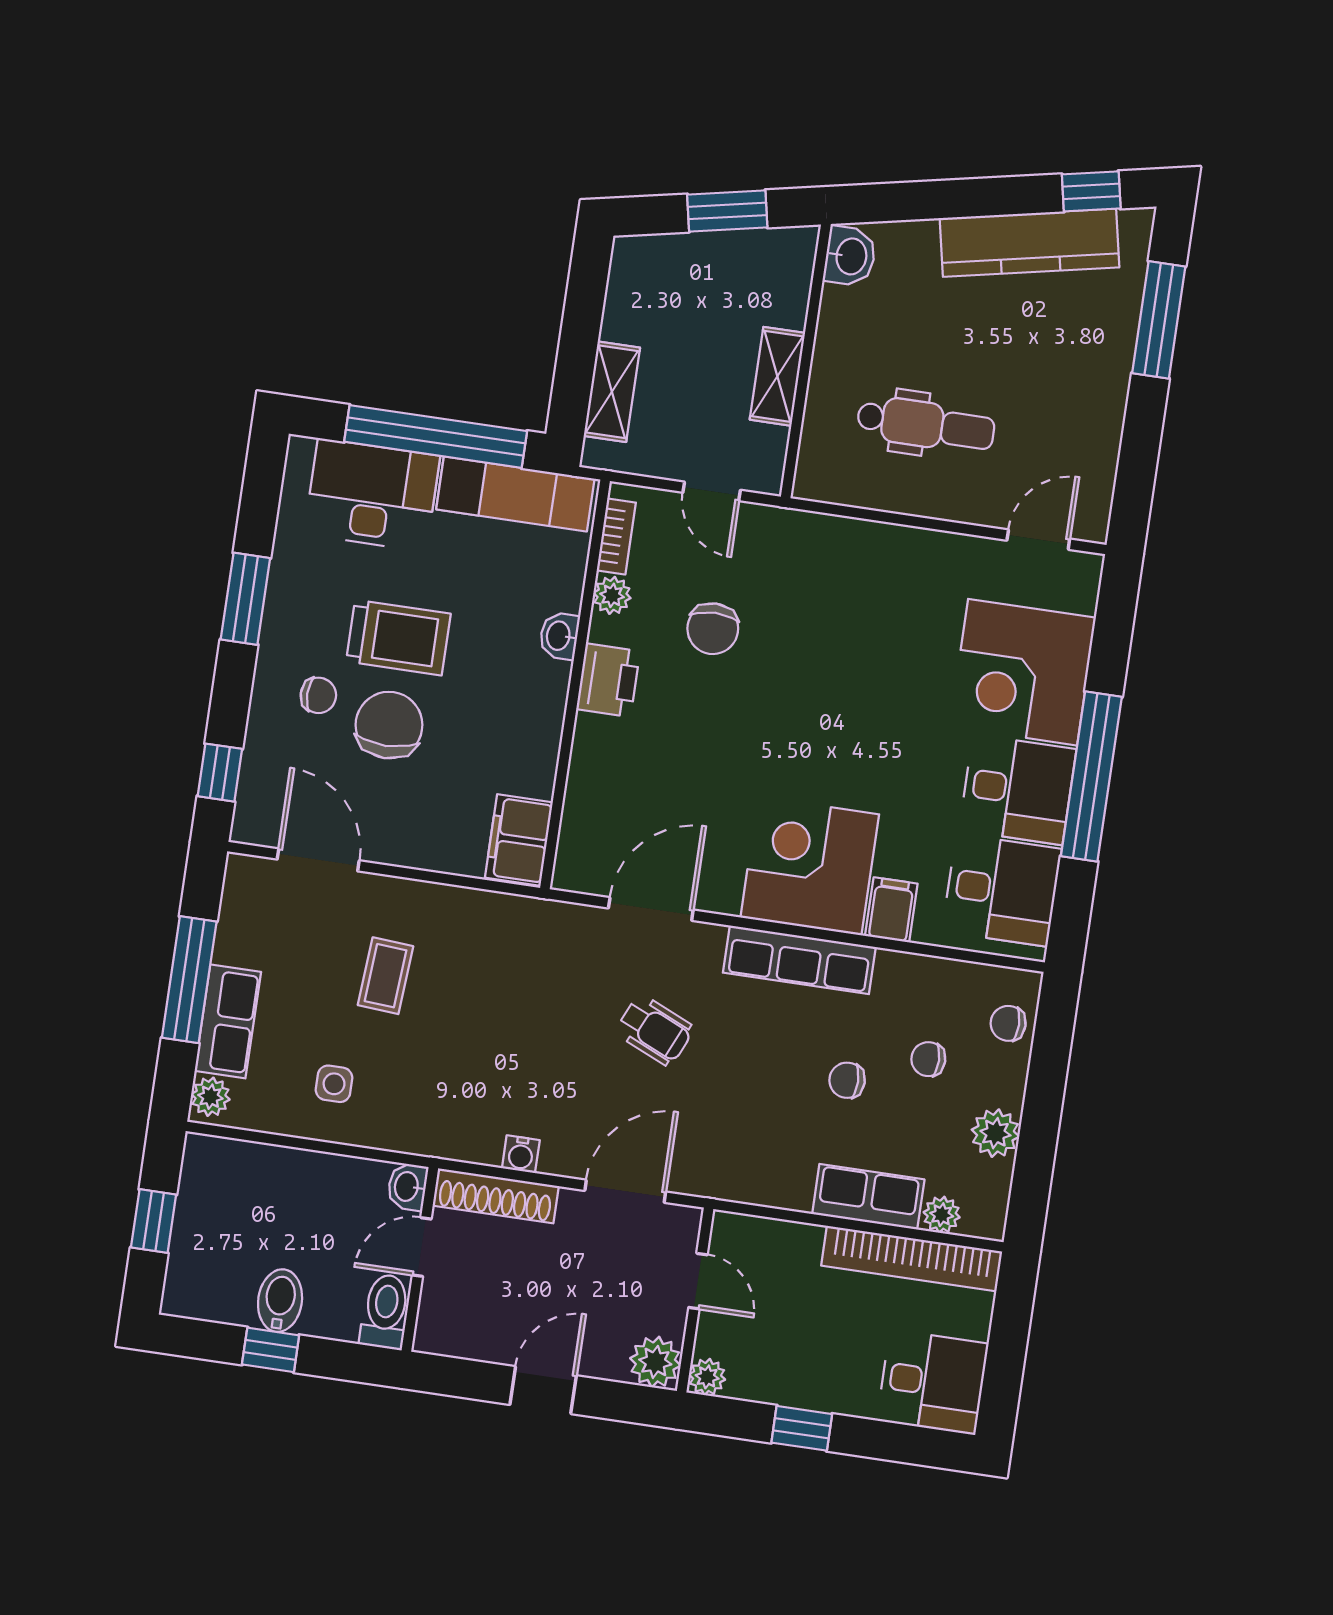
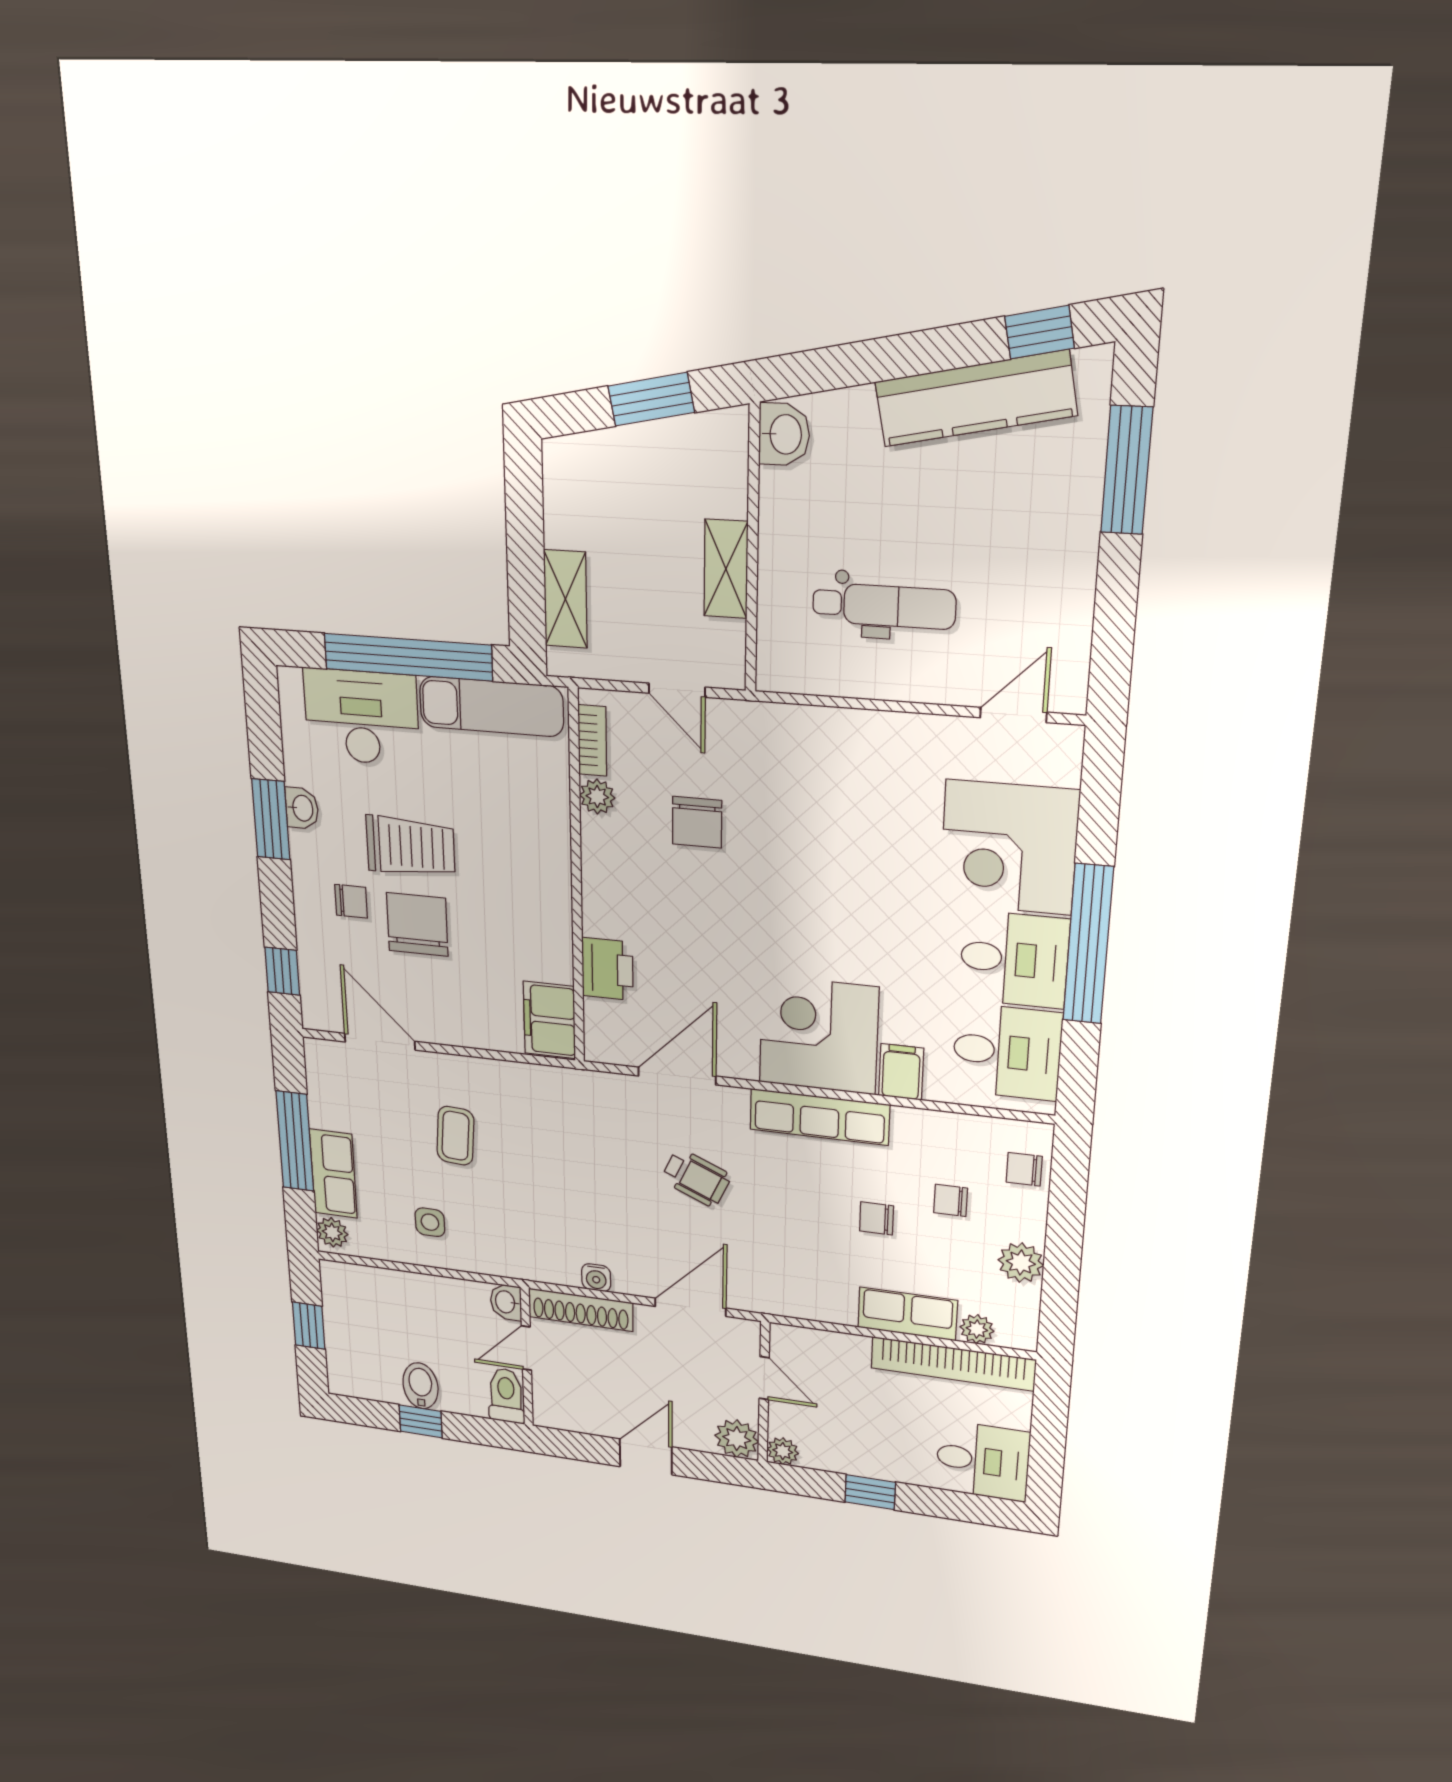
washbasin: (559, 636) -> (302, 808), moved, turned 180
printer: (608, 680) -> (607, 969), moved

